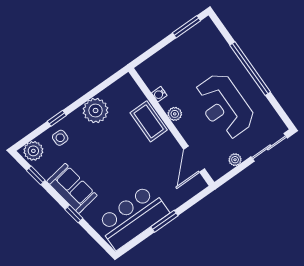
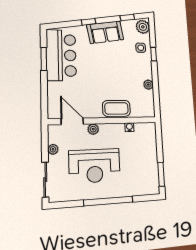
reception desk: (224, 106) -> (95, 166), turned 180
plant: (96, 110) -> (148, 85), width x0.53, depth x0.53
plant: (175, 114) -> (93, 129), moved
window: (164, 221) -> (44, 59), moved

